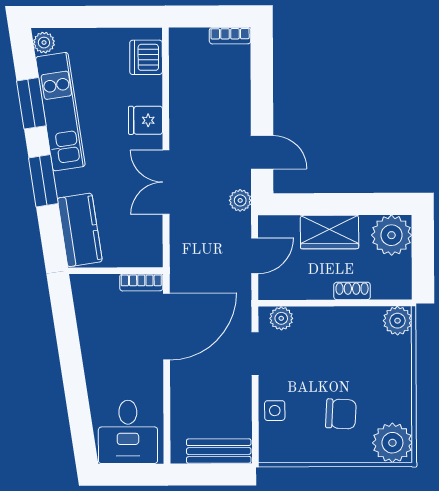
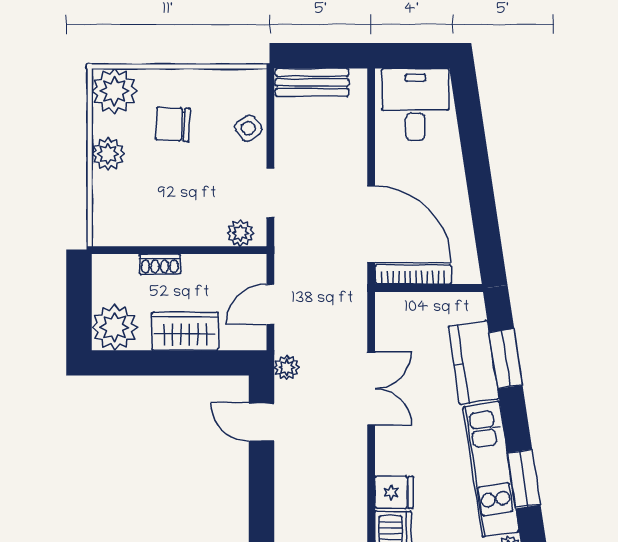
fridge: (146, 120) -> (394, 492), moved
window: (43, 181) -> (506, 359), moved
kitchen counter: (80, 230) -> (474, 362), moved
bookcase: (141, 282) -> (413, 274), width x1.56
plant: (398, 321) -> (108, 154), moved
door: (166, 327) -> (371, 224), swing flipped
side table: (275, 411) -> (248, 128), turned -35

